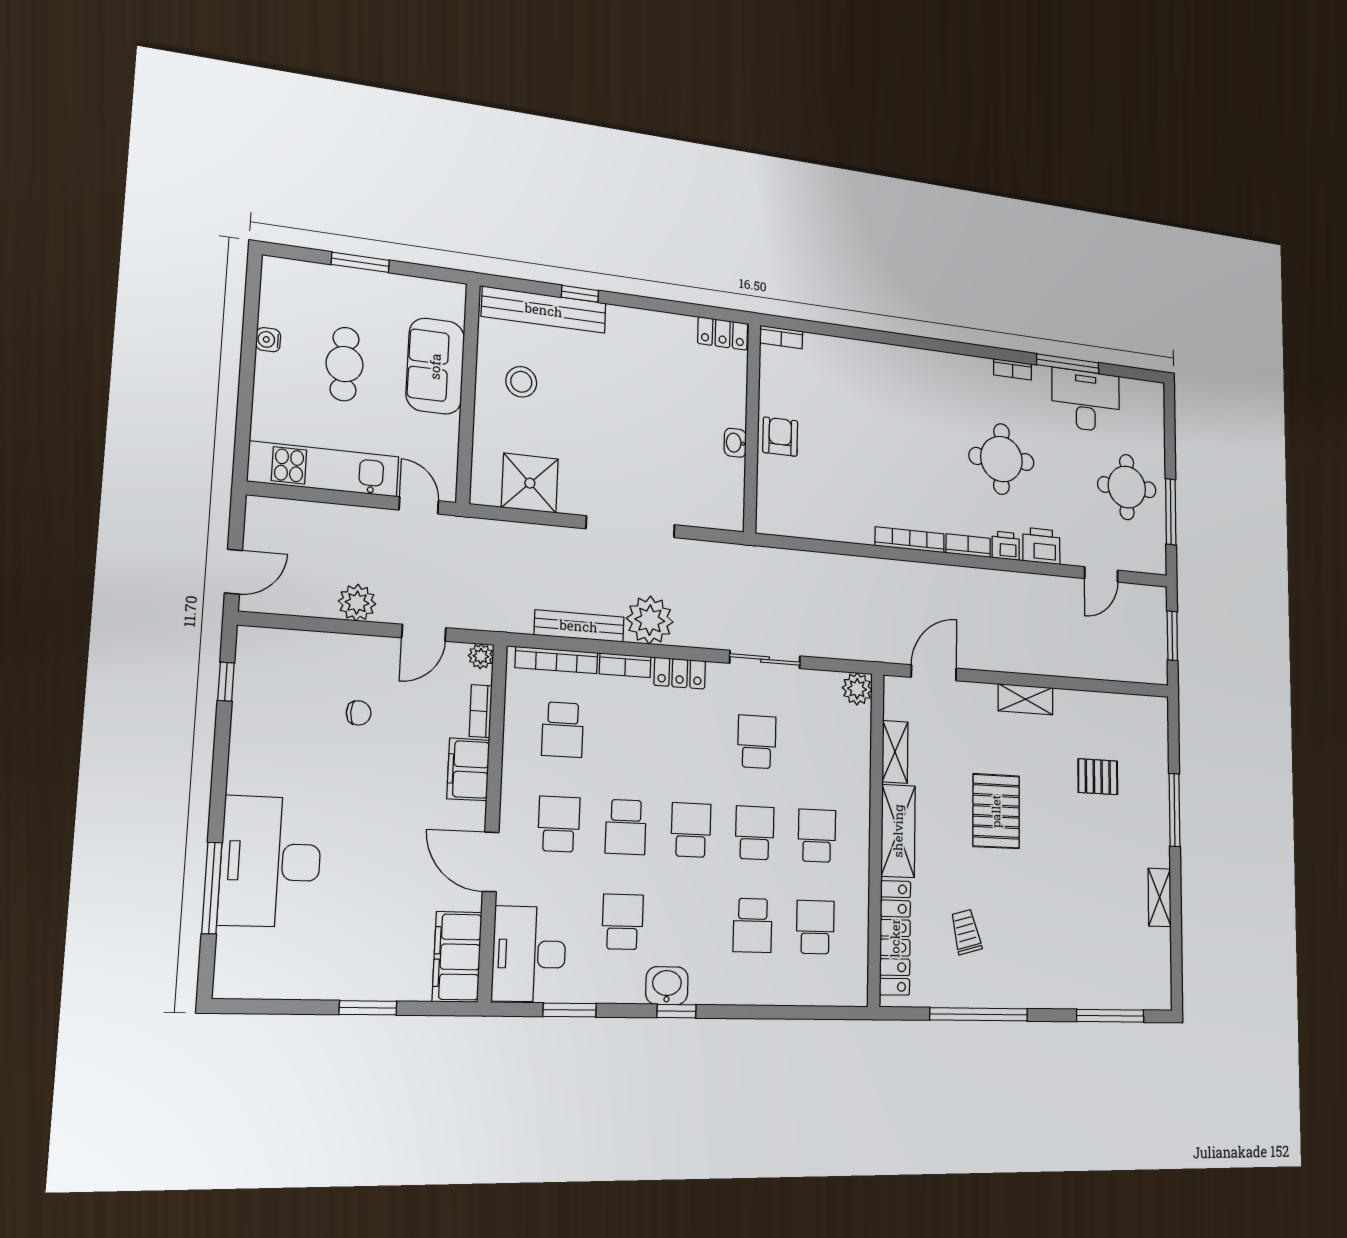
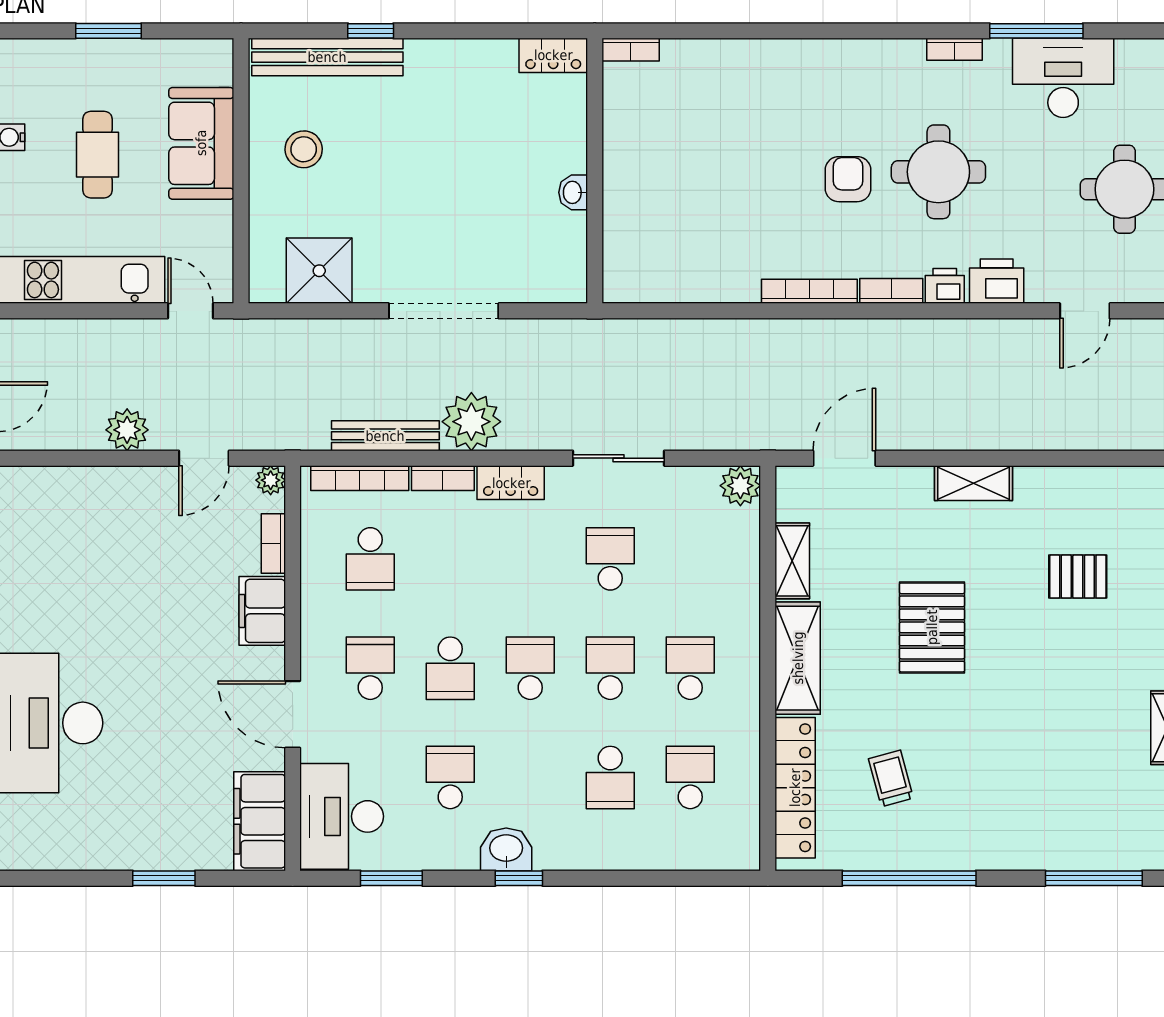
armchair: (780, 437) -> (848, 179), moved
chair: (359, 713) -> (136, 555), removed

